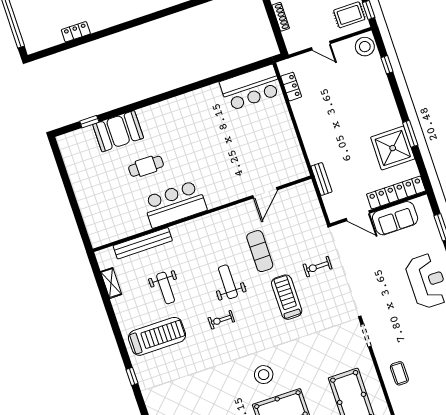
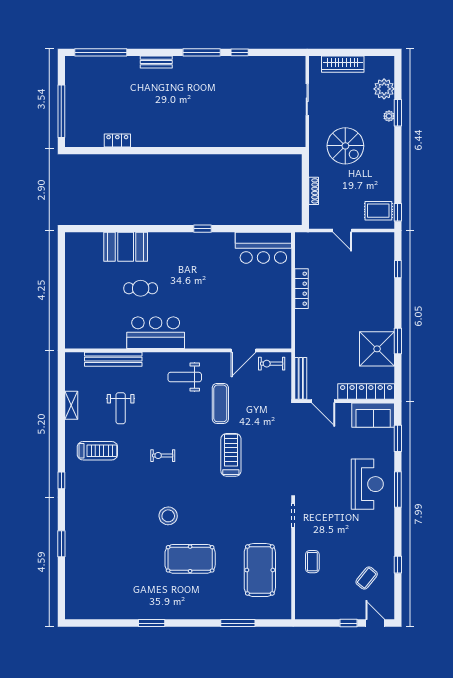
stool: (365, 47) -> (383, 245), removed
locker: (291, 87) -> (301, 289), moved, width x1.53
window: (89, 122) -> (202, 229), moved
bench: (322, 179) -> (301, 378), moved, width x1.36
sofa: (395, 218) -> (373, 415), moved
exercise bike: (318, 267) -> (272, 364), moved
weight bench: (228, 282) -> (185, 377), moved, turned -90
shelving: (111, 283) -> (71, 405), moved
treadmill: (157, 336) -> (97, 451), width x0.73, depth x0.73
stool: (264, 375) -> (168, 516), moved

